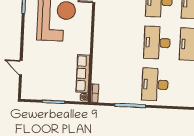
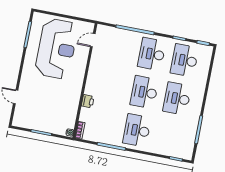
printer: (98, 61) -> (88, 101), added
row of seats: (83, 73) -> (72, 111), removed

